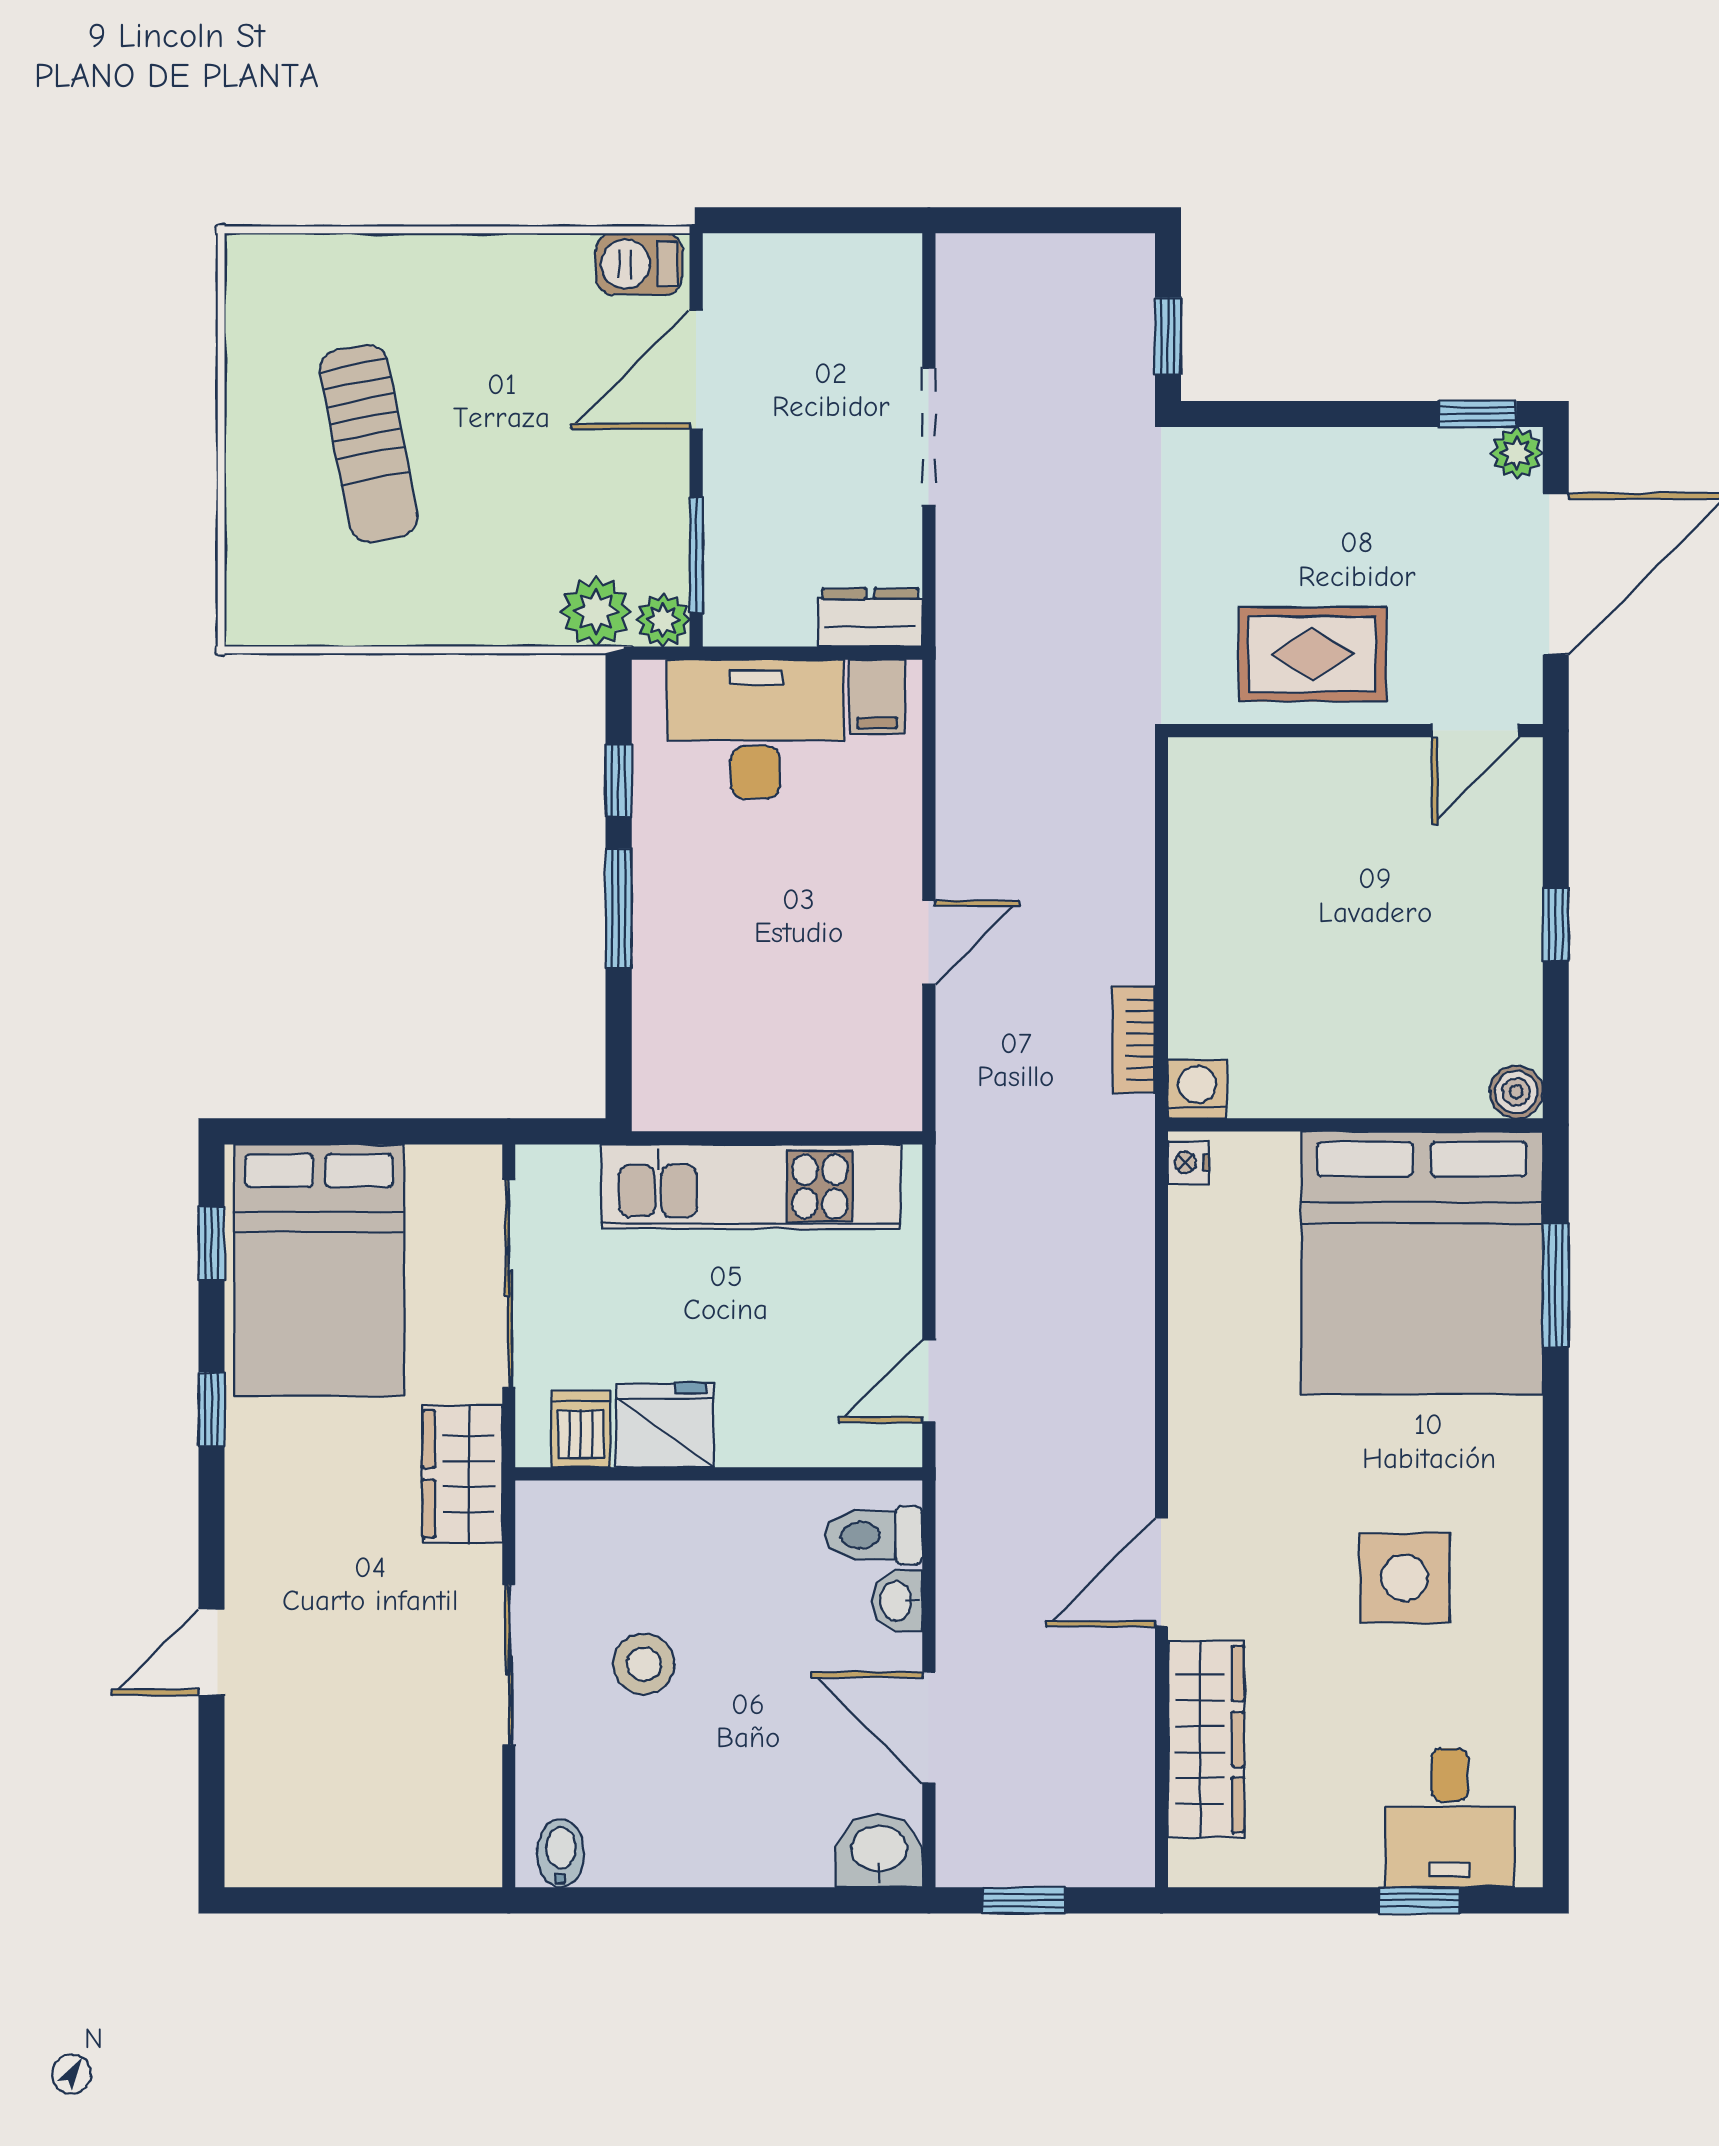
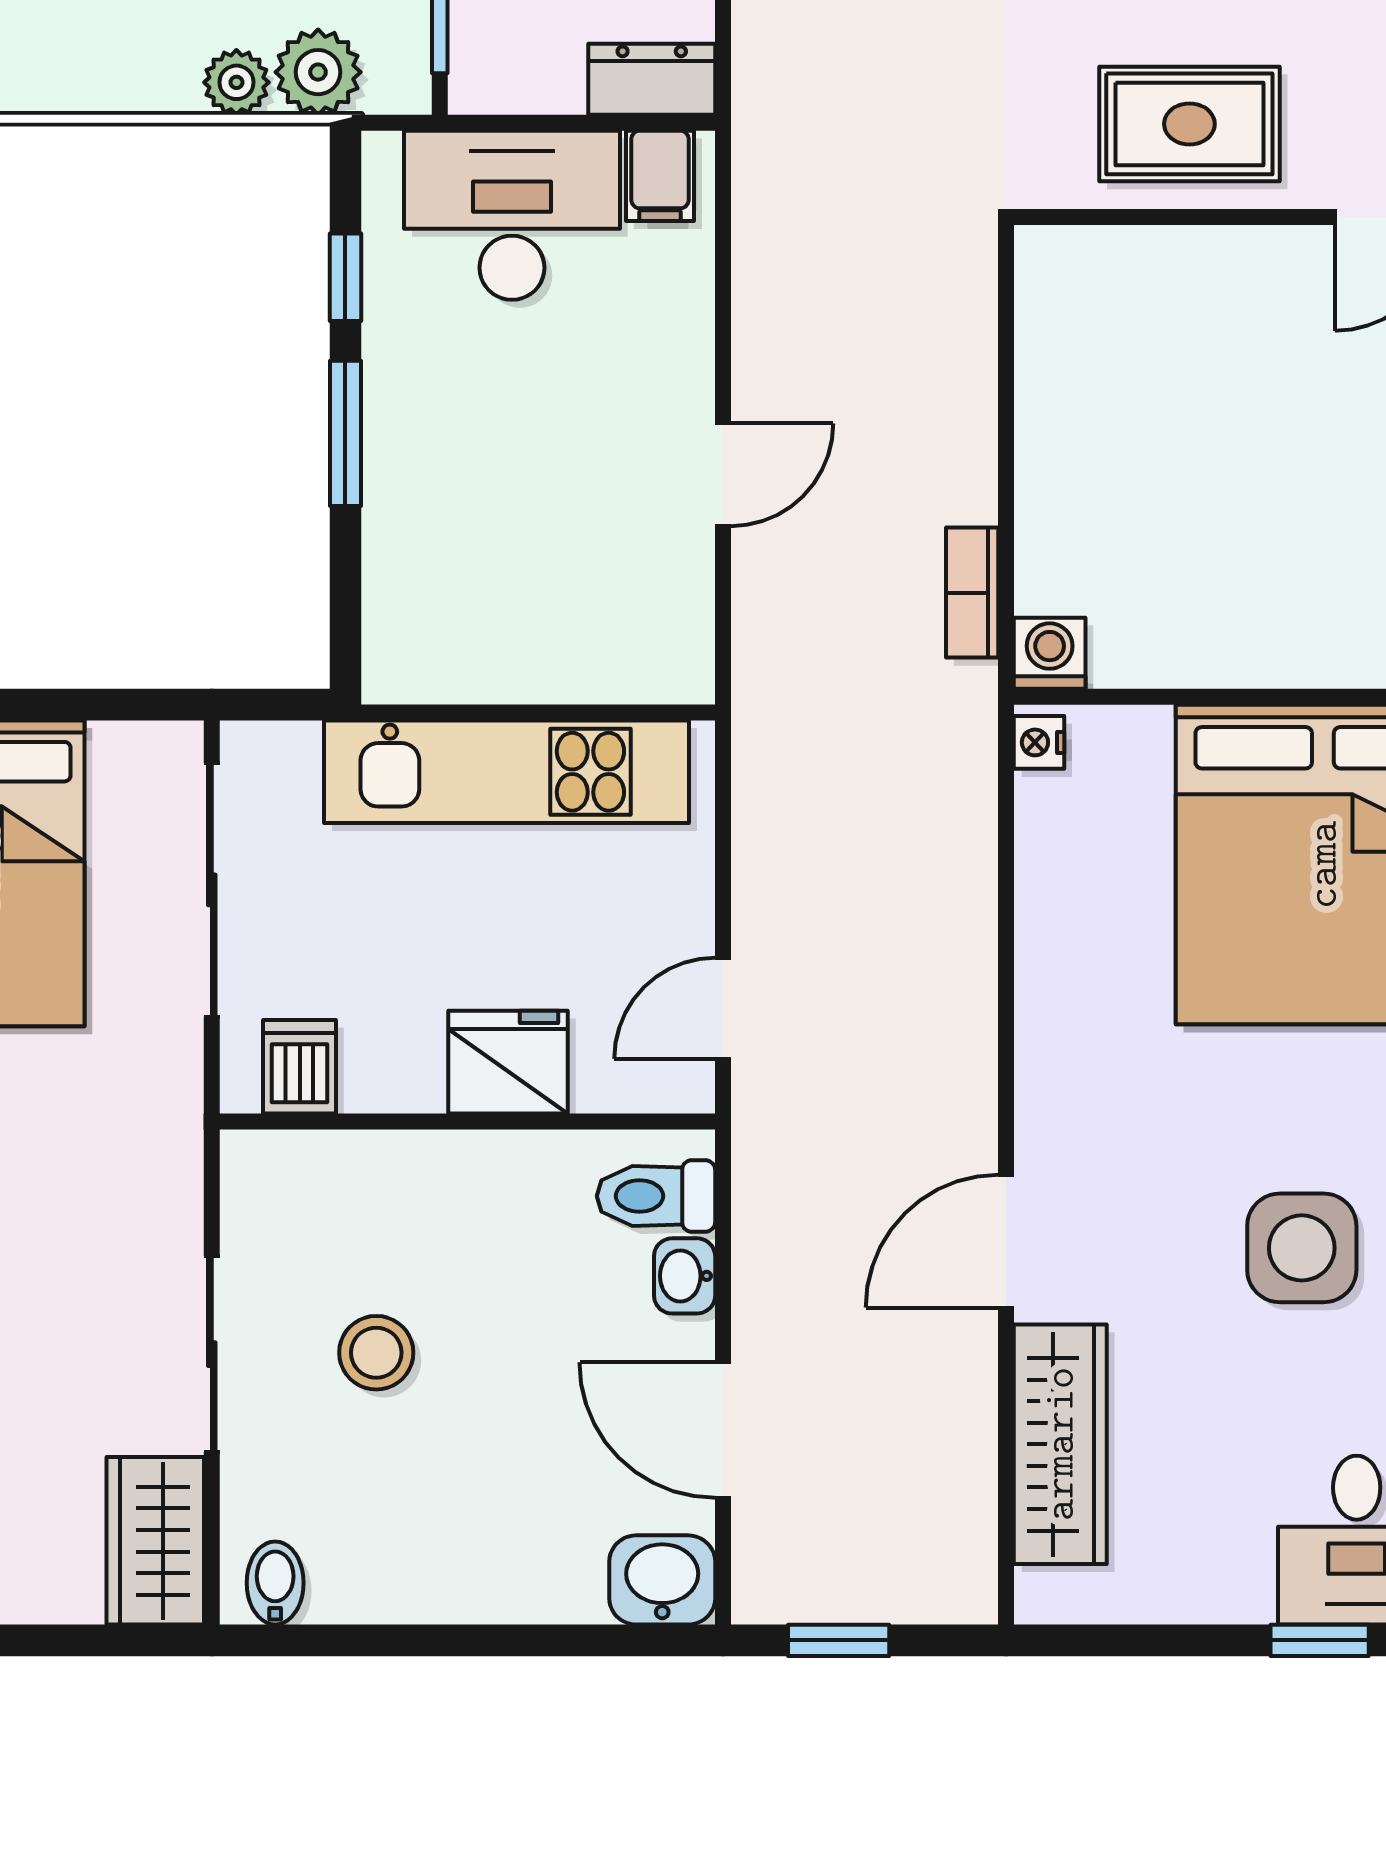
plant: (663, 620) -> (236, 82), moved
fridge: (665, 1425) -> (508, 1062), moved
wardrobe: (462, 1474) -> (155, 1541), moved

